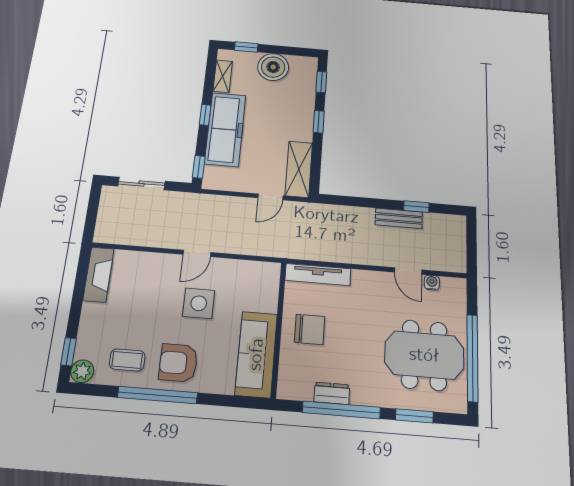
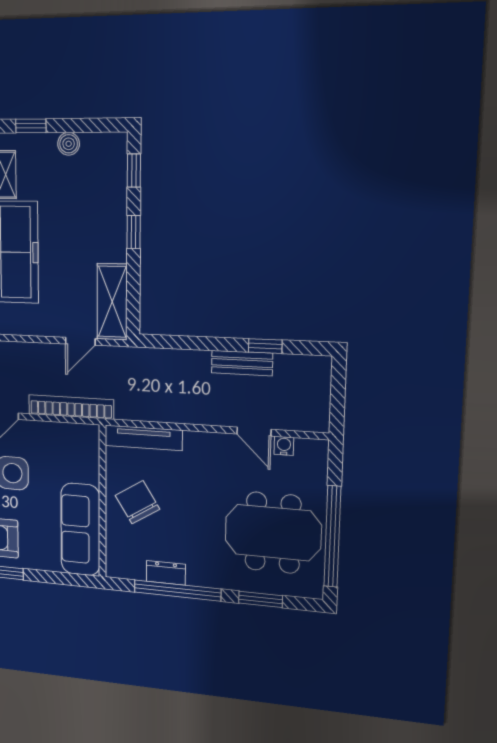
boiler: (273, 67) -> (69, 144), width x0.54, depth x0.54
bookcase: (258, 248) -> (71, 407), added
chair: (310, 329) -> (137, 502), turned -122

